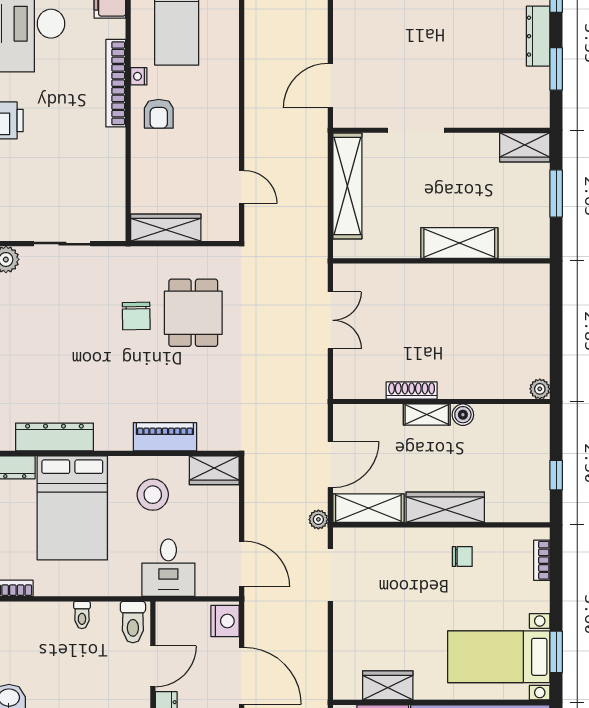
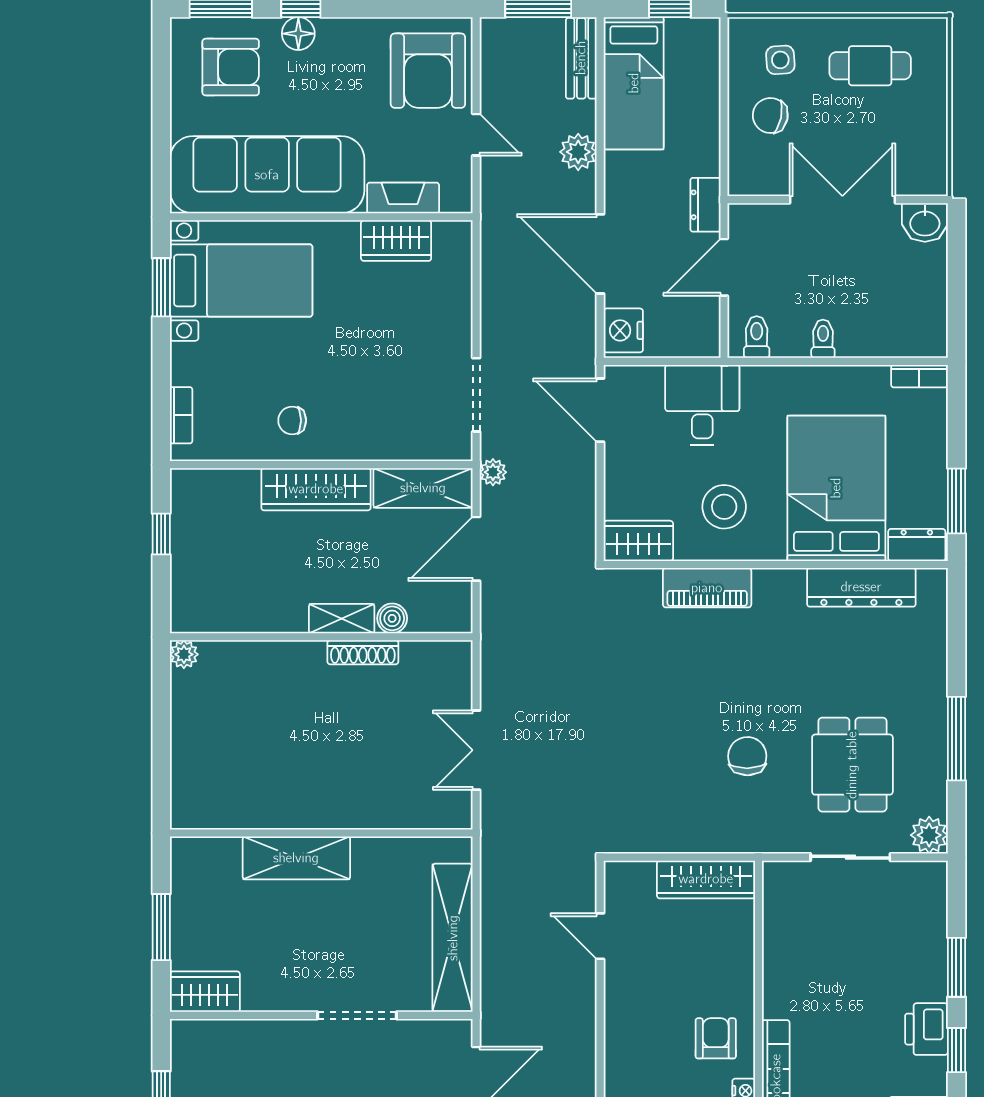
dining table: (193, 313) -> (852, 765), moved
boiler: (463, 415) -> (392, 618), moved
toilet: (133, 622) -> (757, 337), width x0.73, depth x0.72

